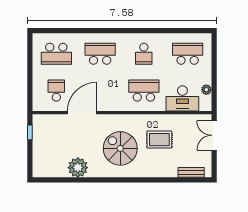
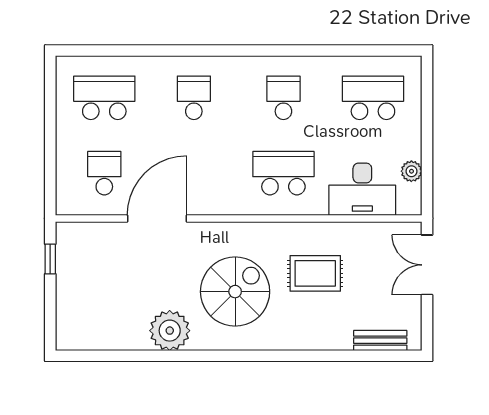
school desk: (56, 54) -> (104, 98), turned 180
school desk: (100, 54) -> (194, 98), width x0.54
school desk: (144, 54) -> (283, 98), turned 180
spiral stairs: (120, 148) -> (235, 292), turned 90
plant: (78, 168) -> (170, 331), moved

